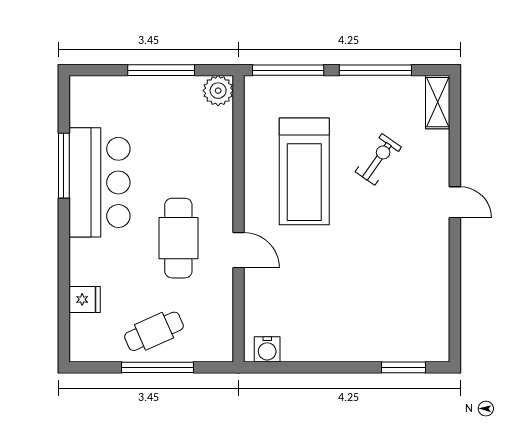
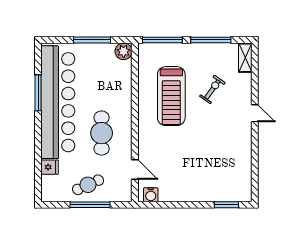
bar counter: (100, 182) -> (58, 102), width x1.86
door: (238, 250) -> (135, 170), moved

